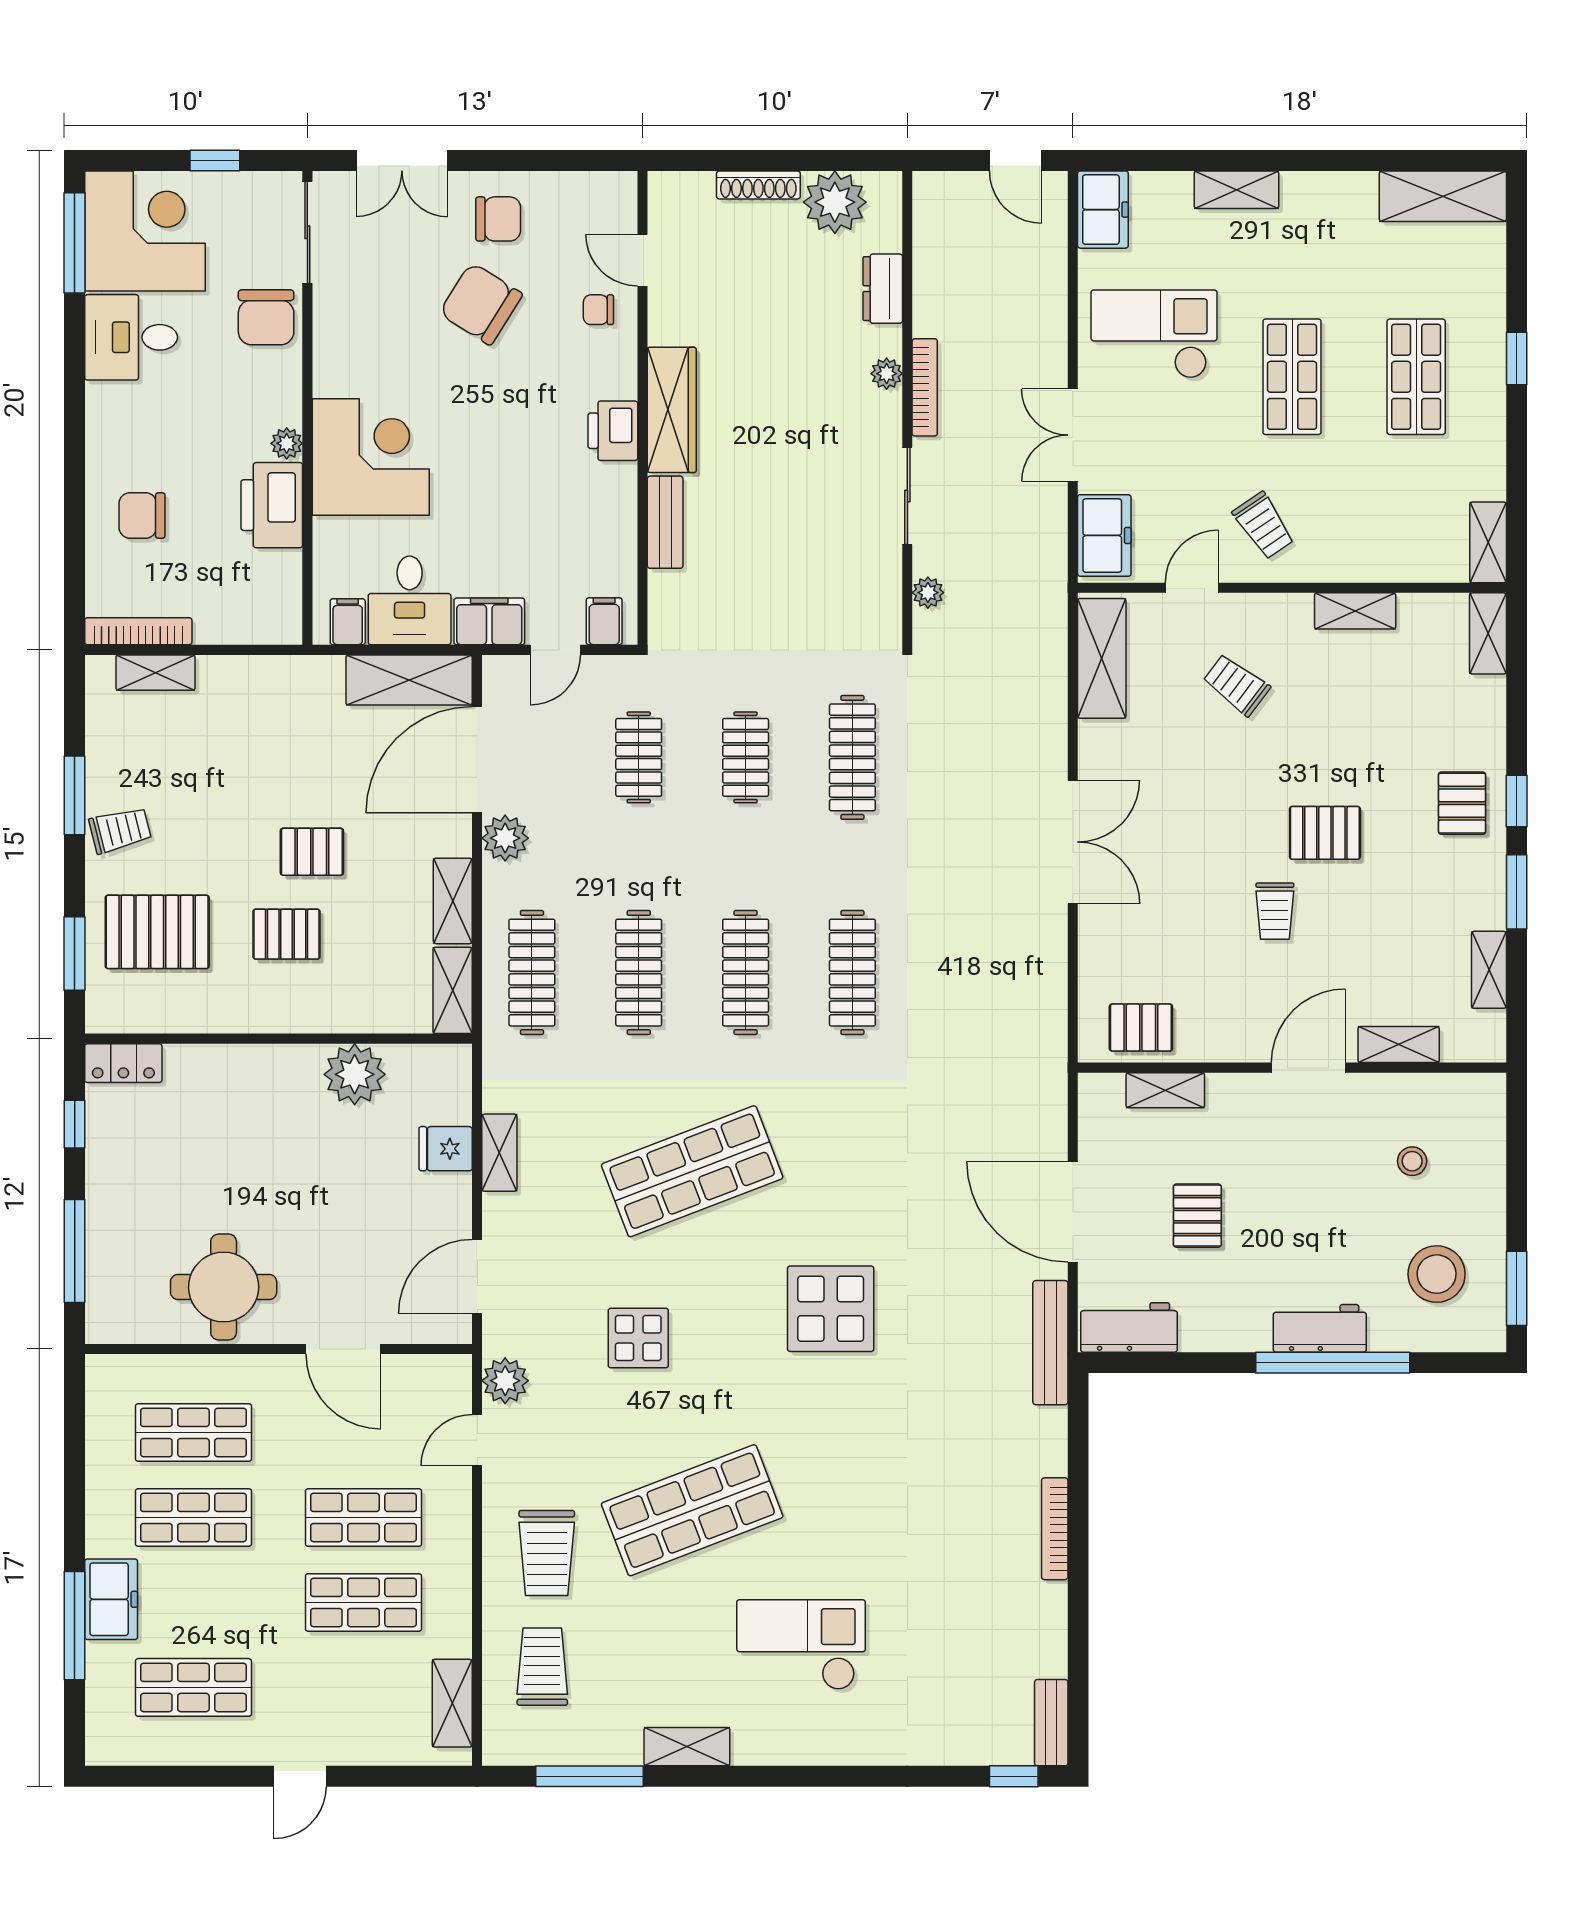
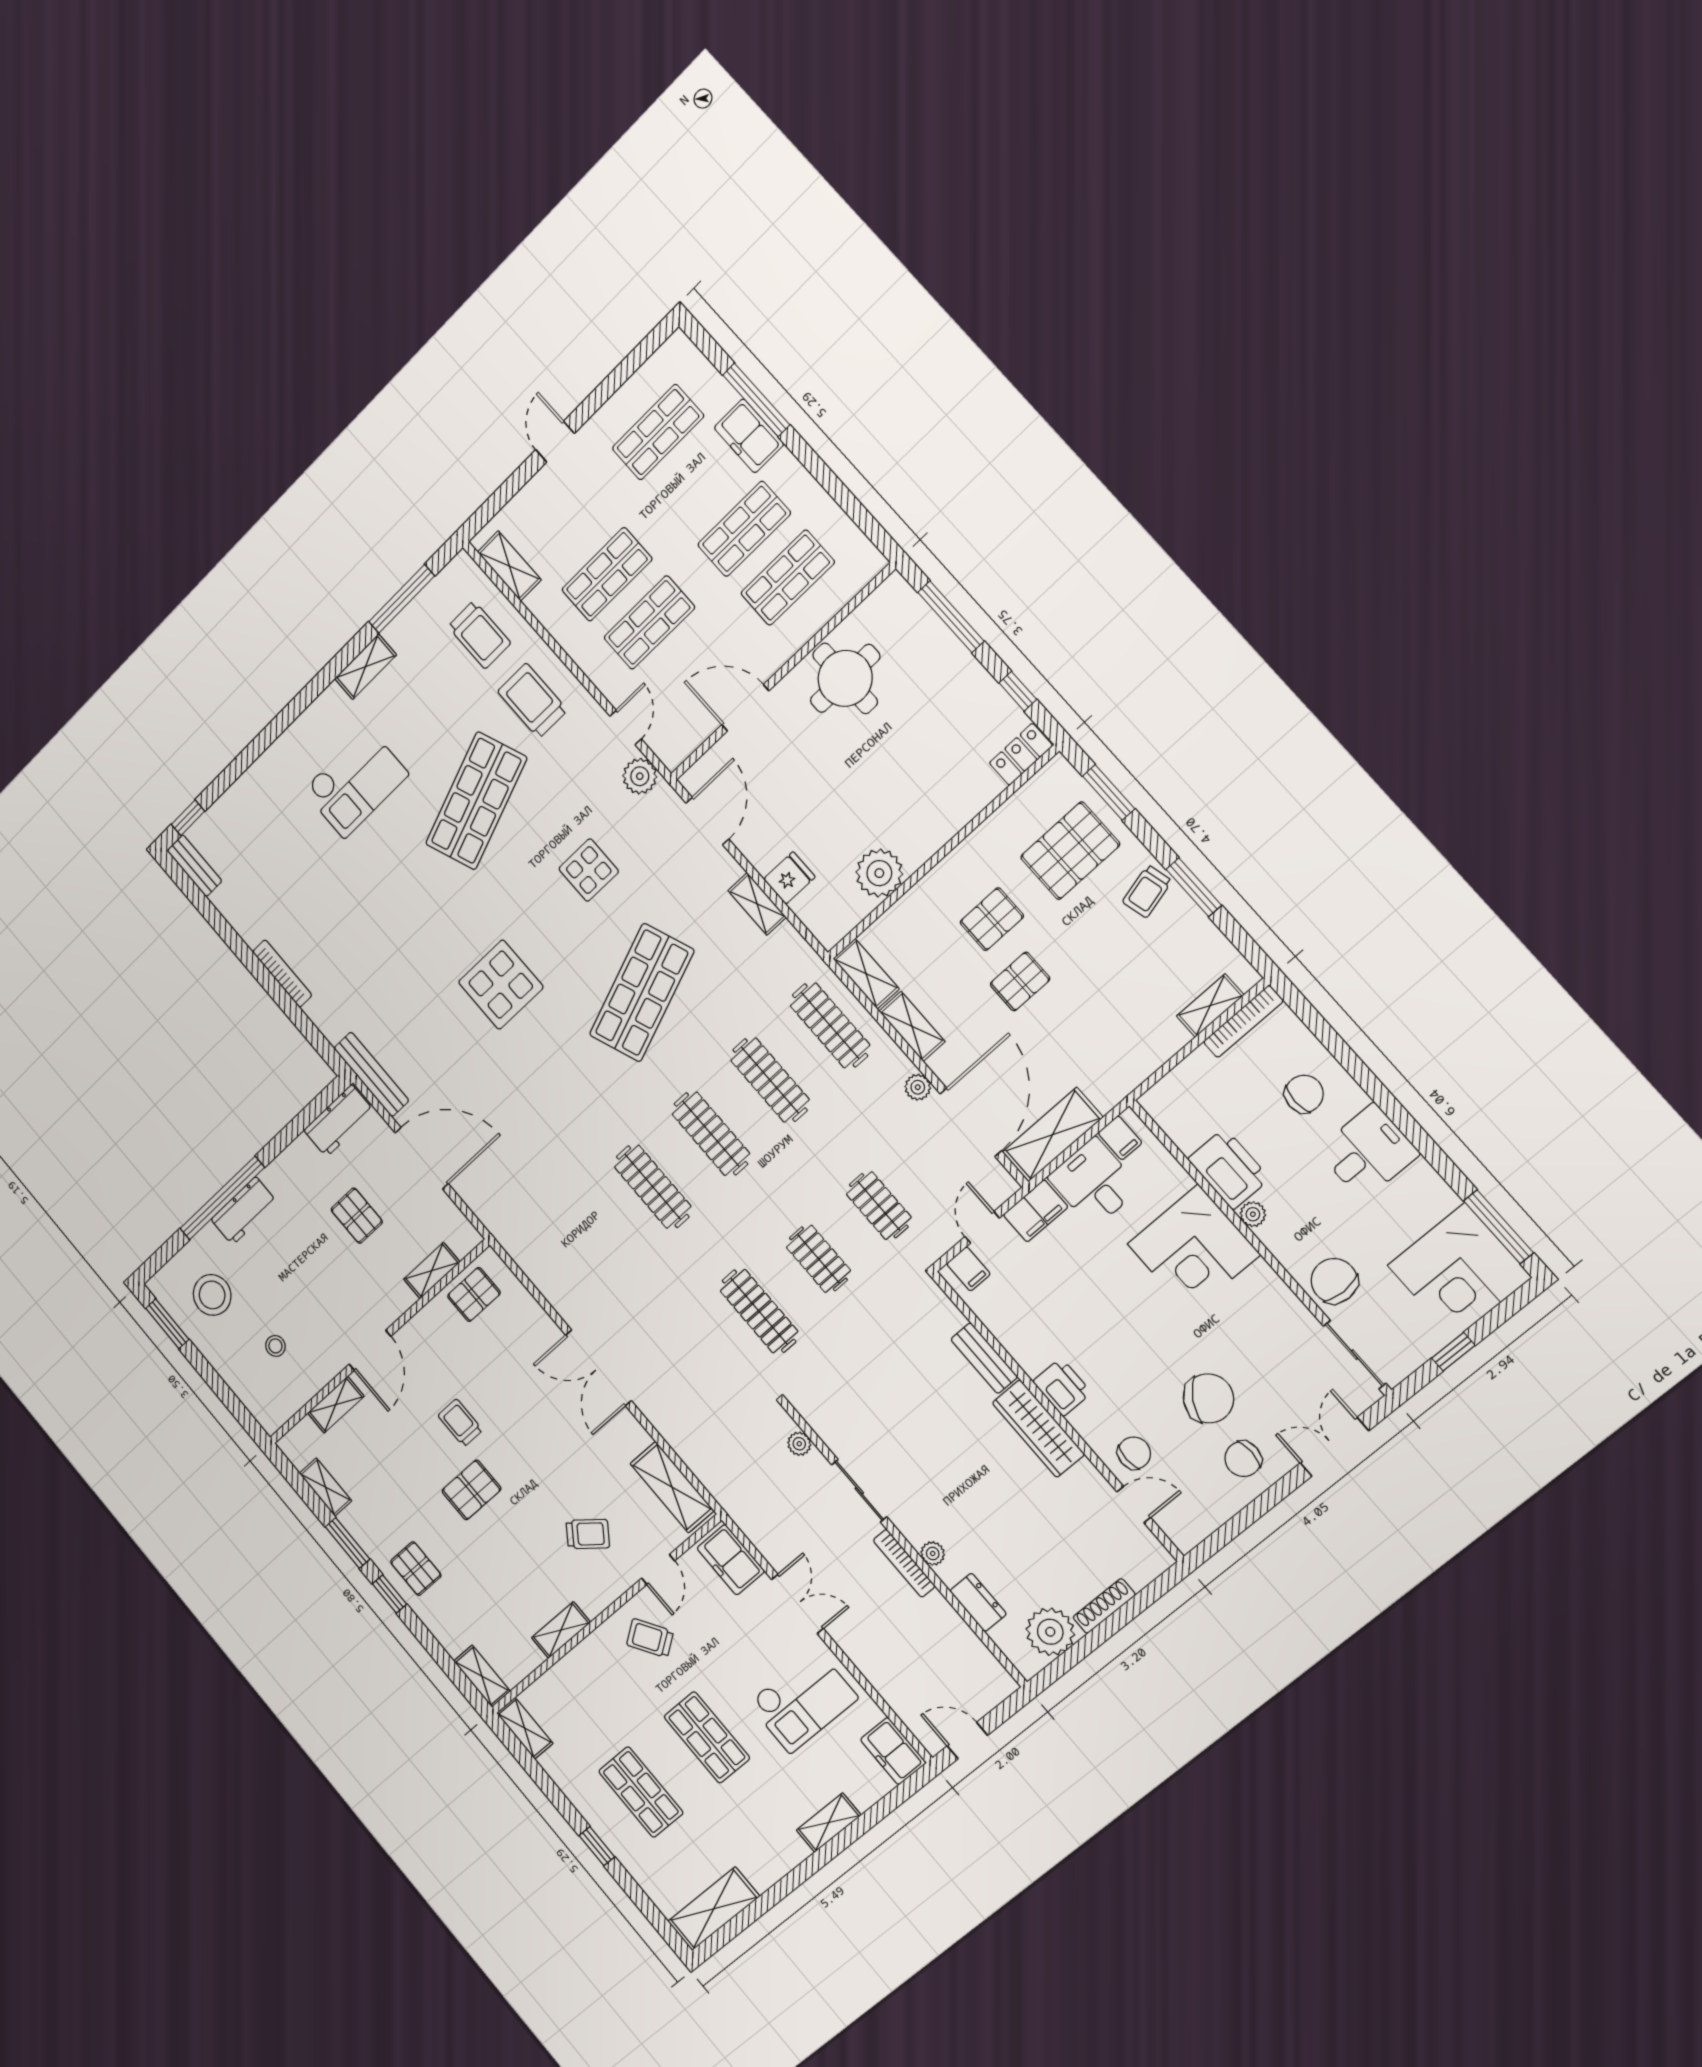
chair: (598, 310) -> (1134, 1453), width x1.37, depth x1.37
desk: (131, 337) -> (1368, 1152), moved
plant: (505, 838) -> (918, 1087), width x0.73, depth x0.73

